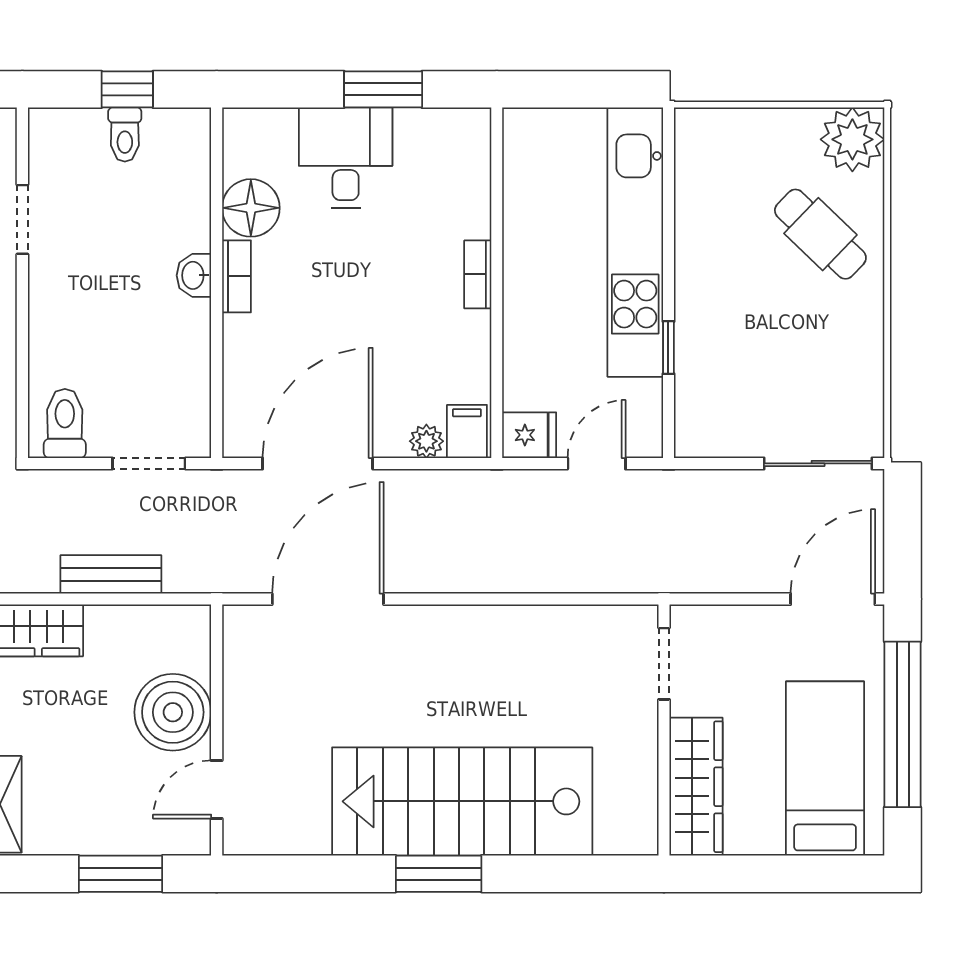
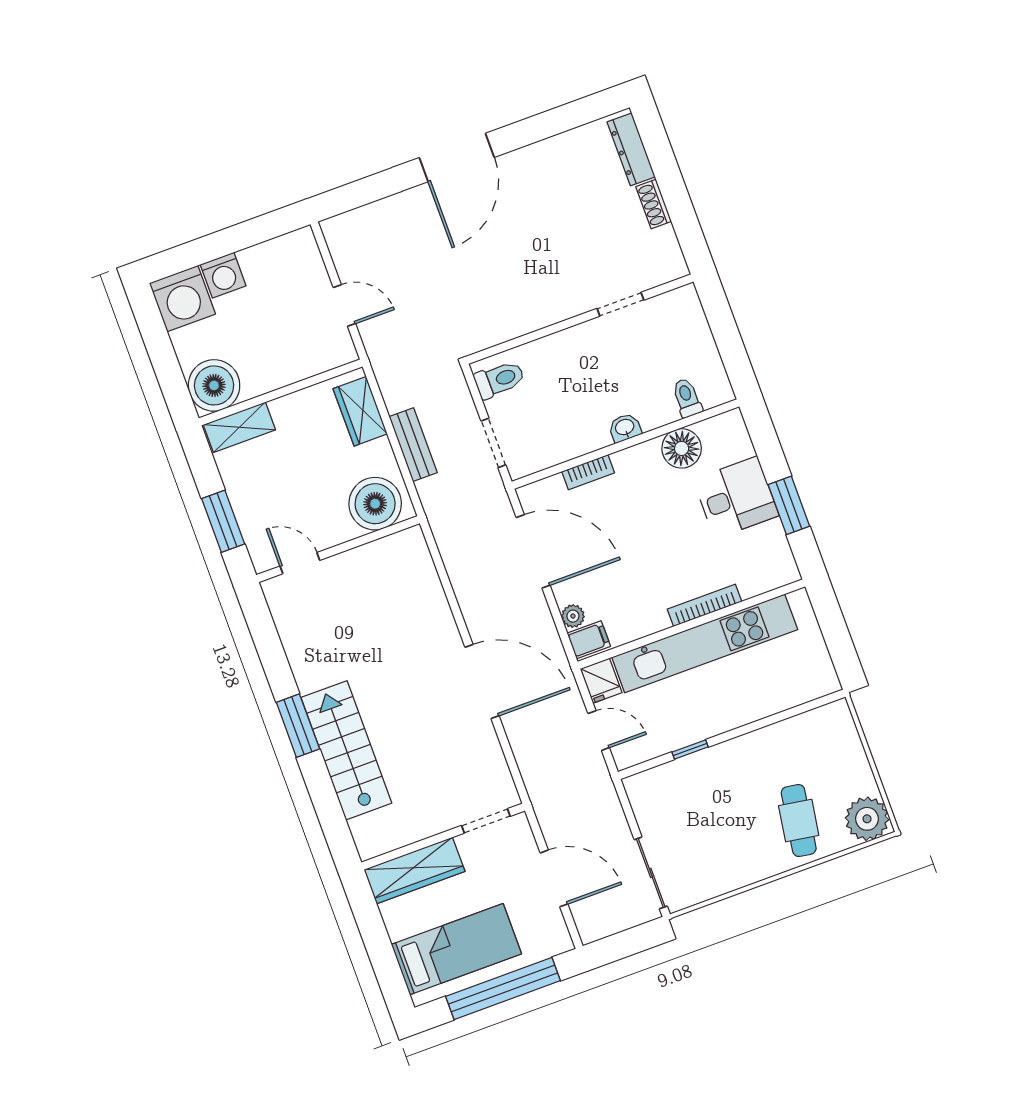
window: (127, 89) -> (729, 341), removed
toilet: (125, 135) -> (687, 398), moved, turned 90
cafe table: (820, 234) -> (799, 821), turned -35
kitchen unit: (635, 242) -> (705, 643), moved, turned 180
bookcase: (478, 274) -> (704, 605), width x1.56
bookcase: (236, 276) -> (588, 472), moved
door: (328, 599) -> (482, 682), moved
door: (833, 599) -> (554, 878), moved
boiler: (173, 712) -> (375, 504), moved
stairs: (462, 801) -> (346, 750), width x0.73, depth x0.66

